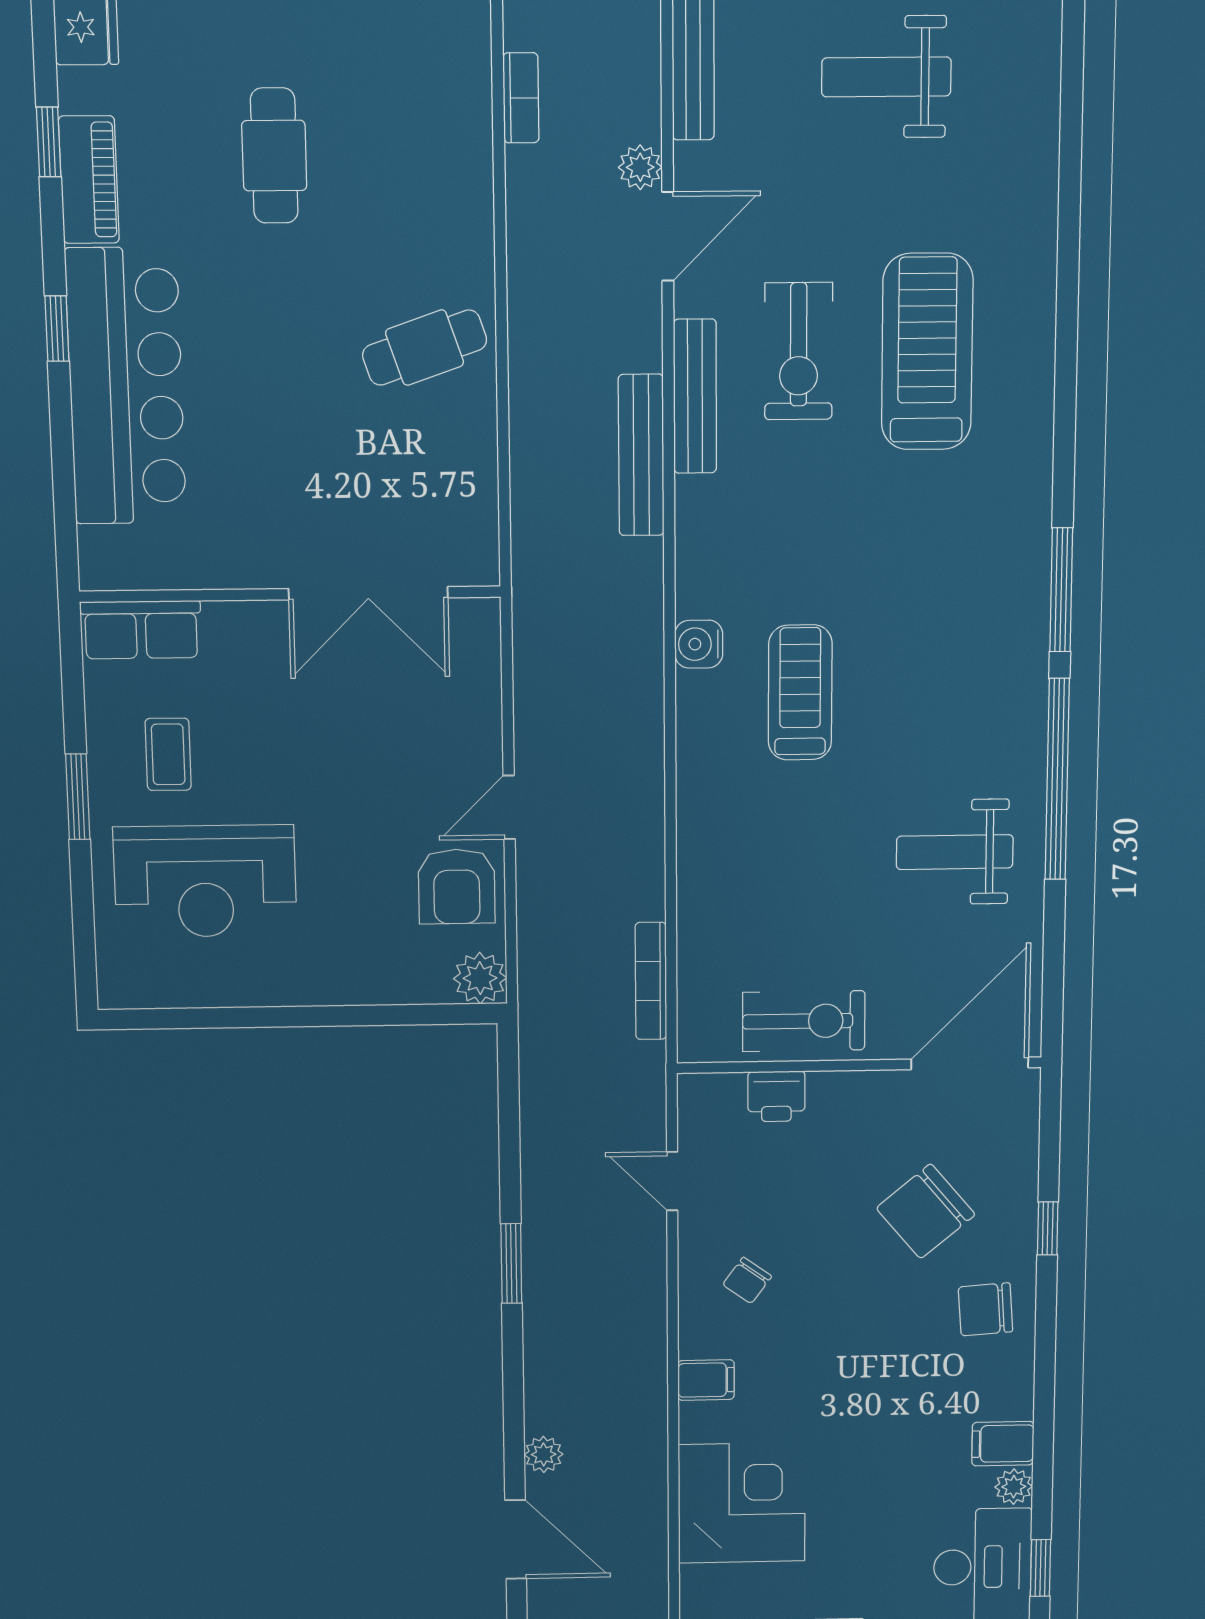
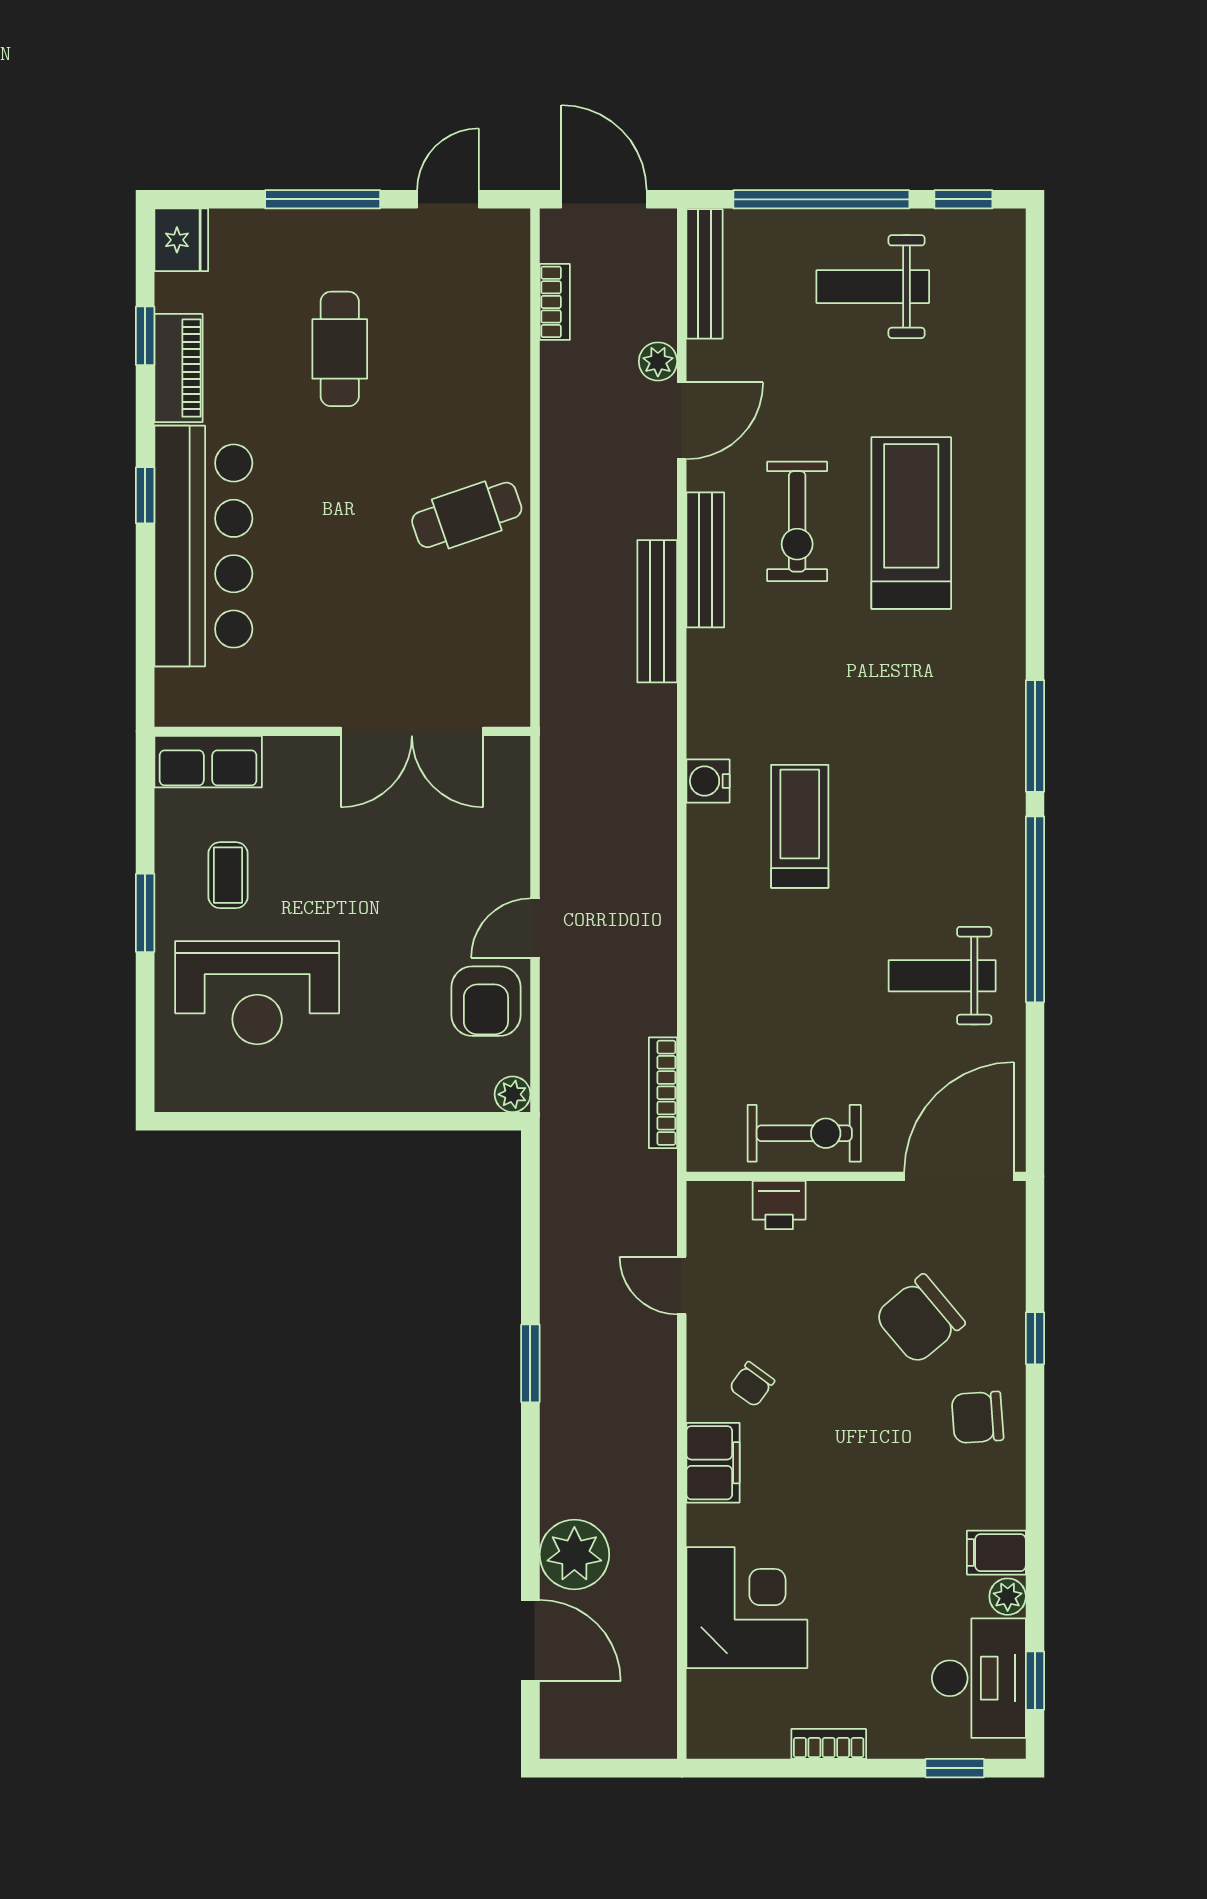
plant: (480, 978) -> (513, 1094), width x0.73, depth x0.73
filing cabinet: (706, 1380) -> (713, 1463), width x2.00
plant: (544, 1454) -> (574, 1554), width x1.88, depth x1.88

